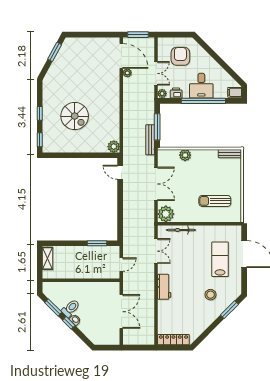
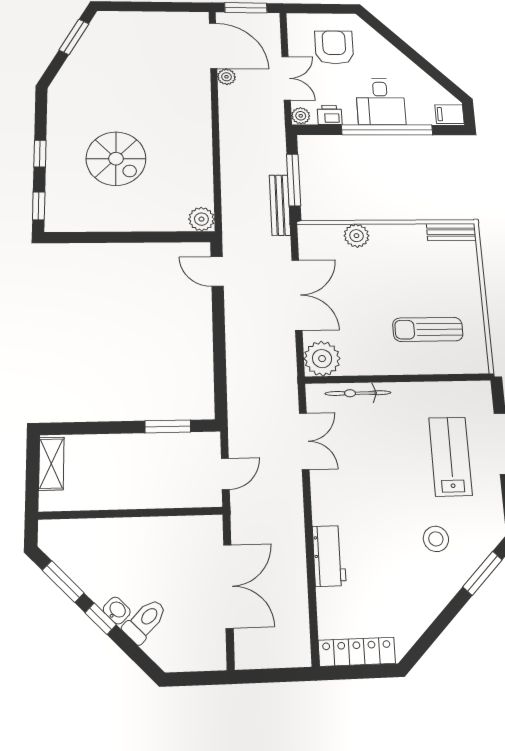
workbench: (164, 287) -> (329, 556), moved
toilet: (71, 308) -> (145, 621), moved

